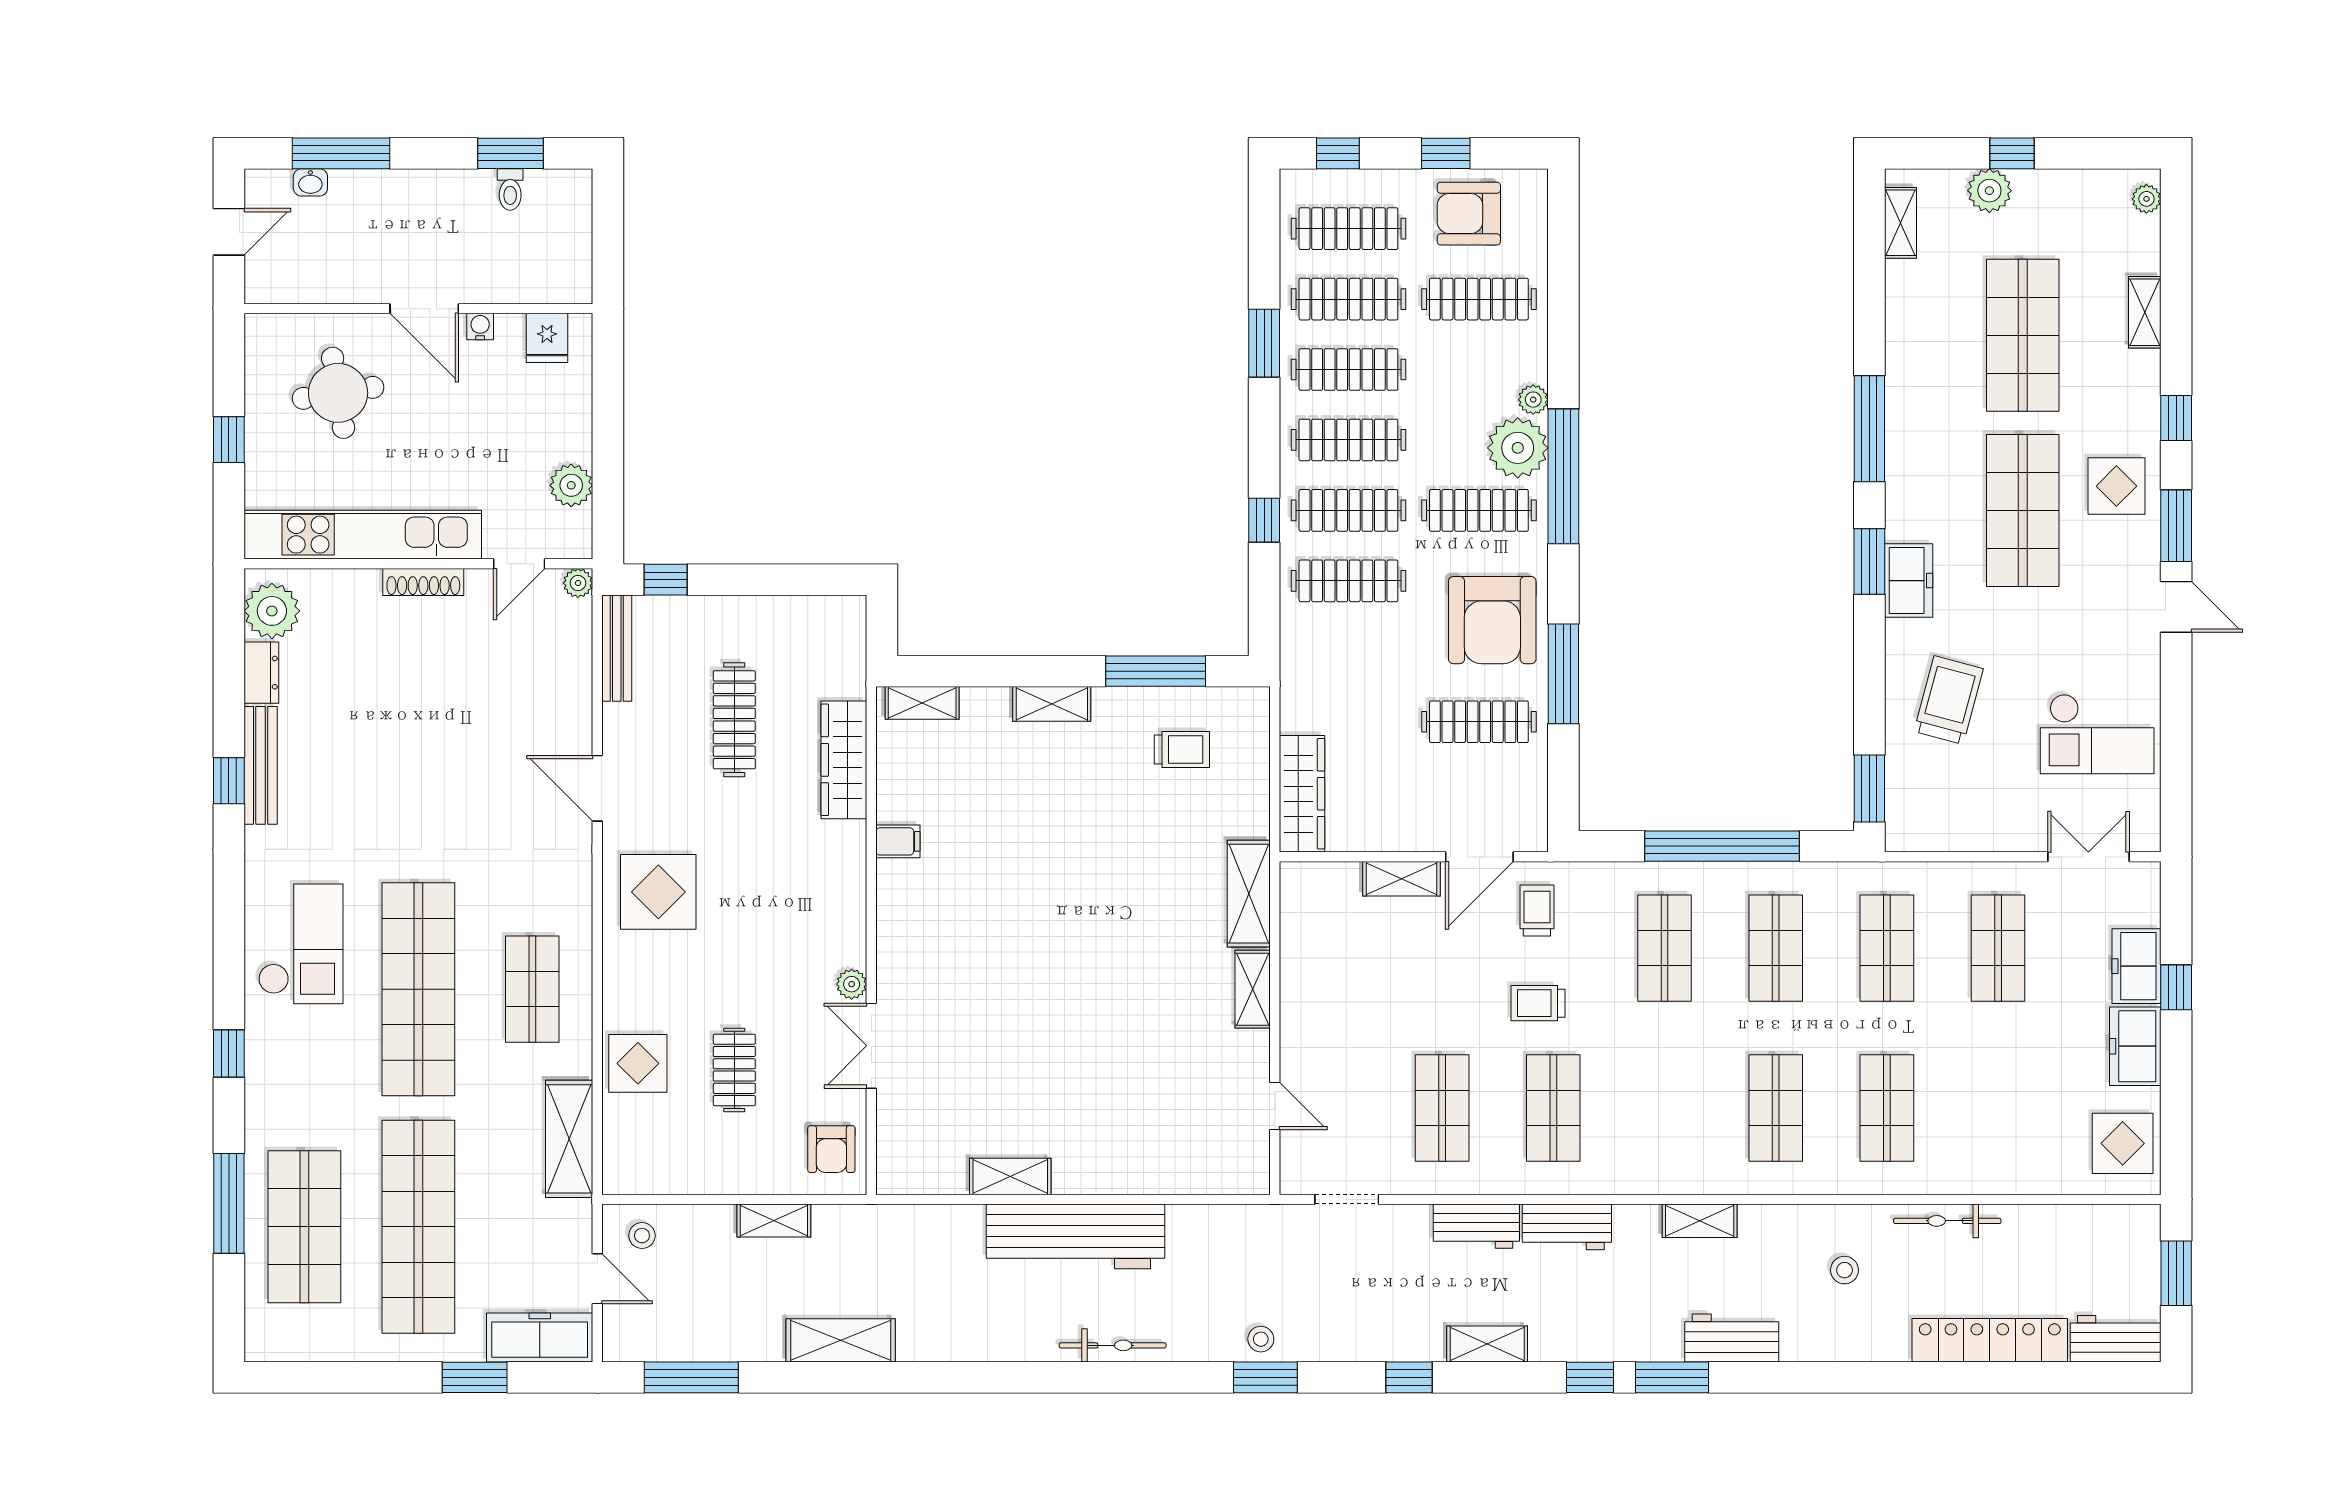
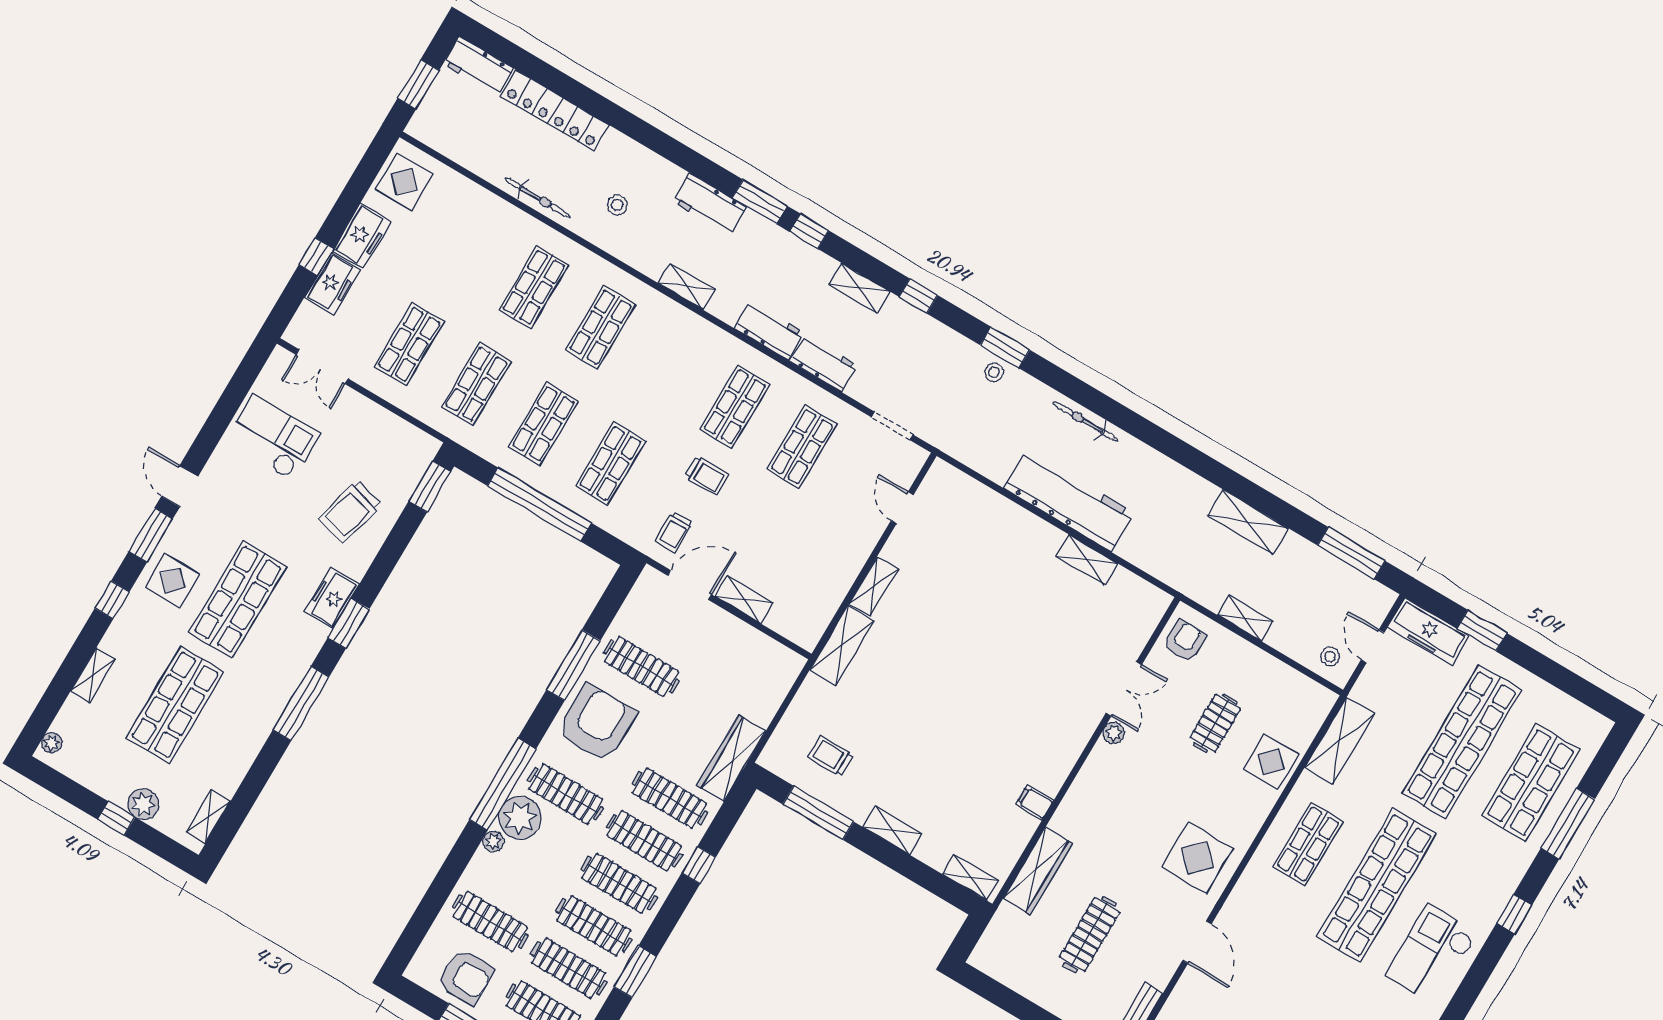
wardrobe: (1302, 794) -> (731, 758), moved

